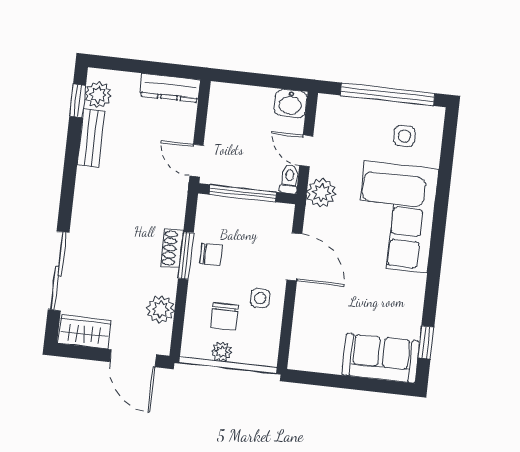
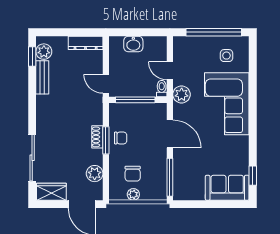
washbasin: (290, 103) -> (133, 44), moved
side table: (260, 298) -> (152, 160), removed
window: (286, 330) -> (170, 177), added

